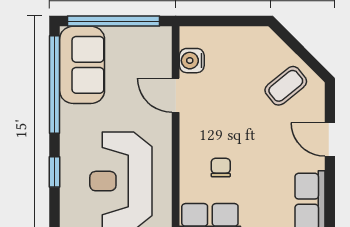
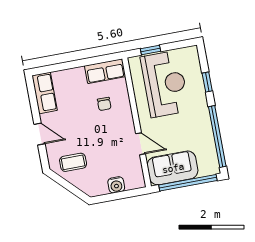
water cooler: (192, 61) -> (116, 185), moved, turned 90
sofa: (82, 65) -> (173, 168), moved, turned 90
coffee table: (286, 86) -> (73, 162), turned 39

